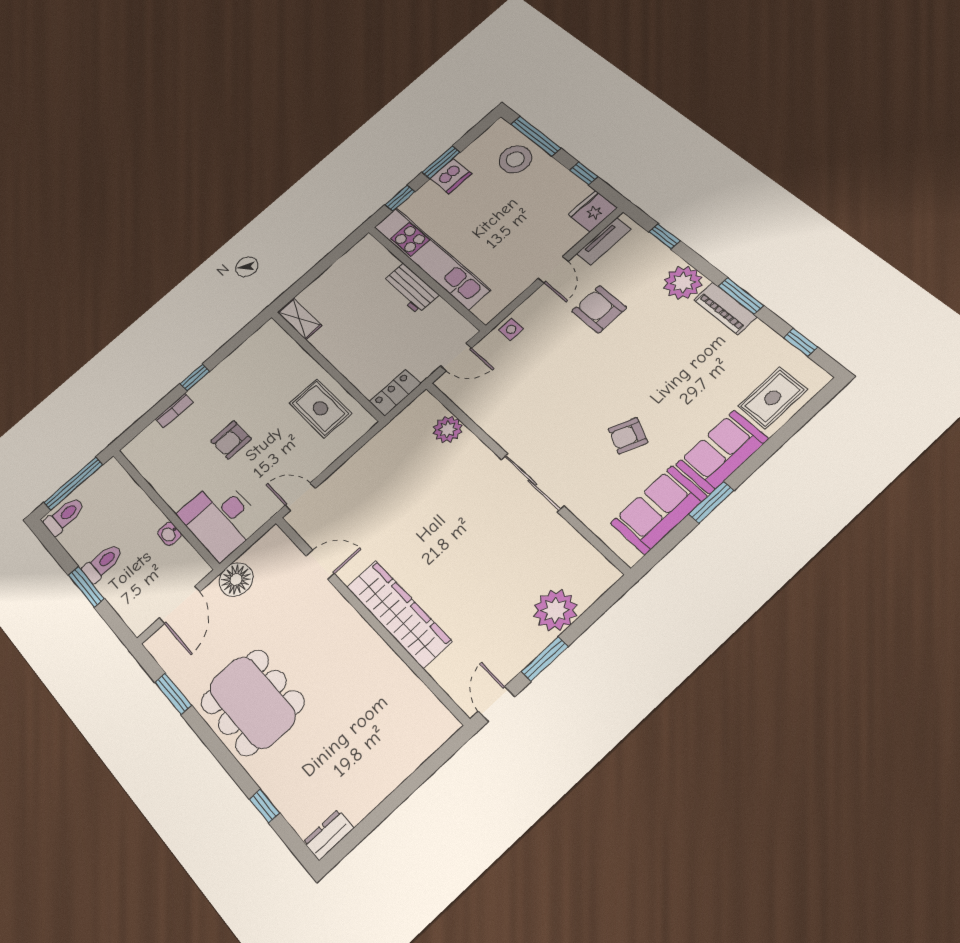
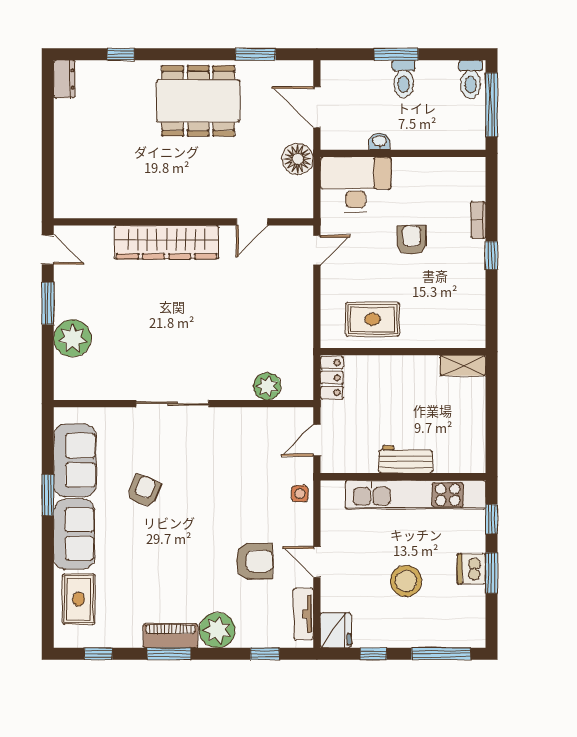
stool: (515, 159) -> (406, 581), moved

